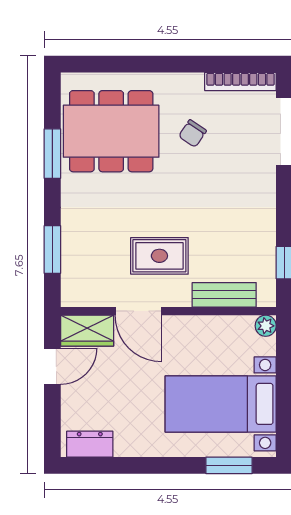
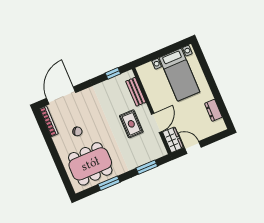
dining table: (111, 131) -> (90, 164), turned 90
plant: (266, 326) -> (141, 70), removed
dresser: (90, 444) -> (213, 110), moved
window: (229, 465) -> (202, 61), removed

